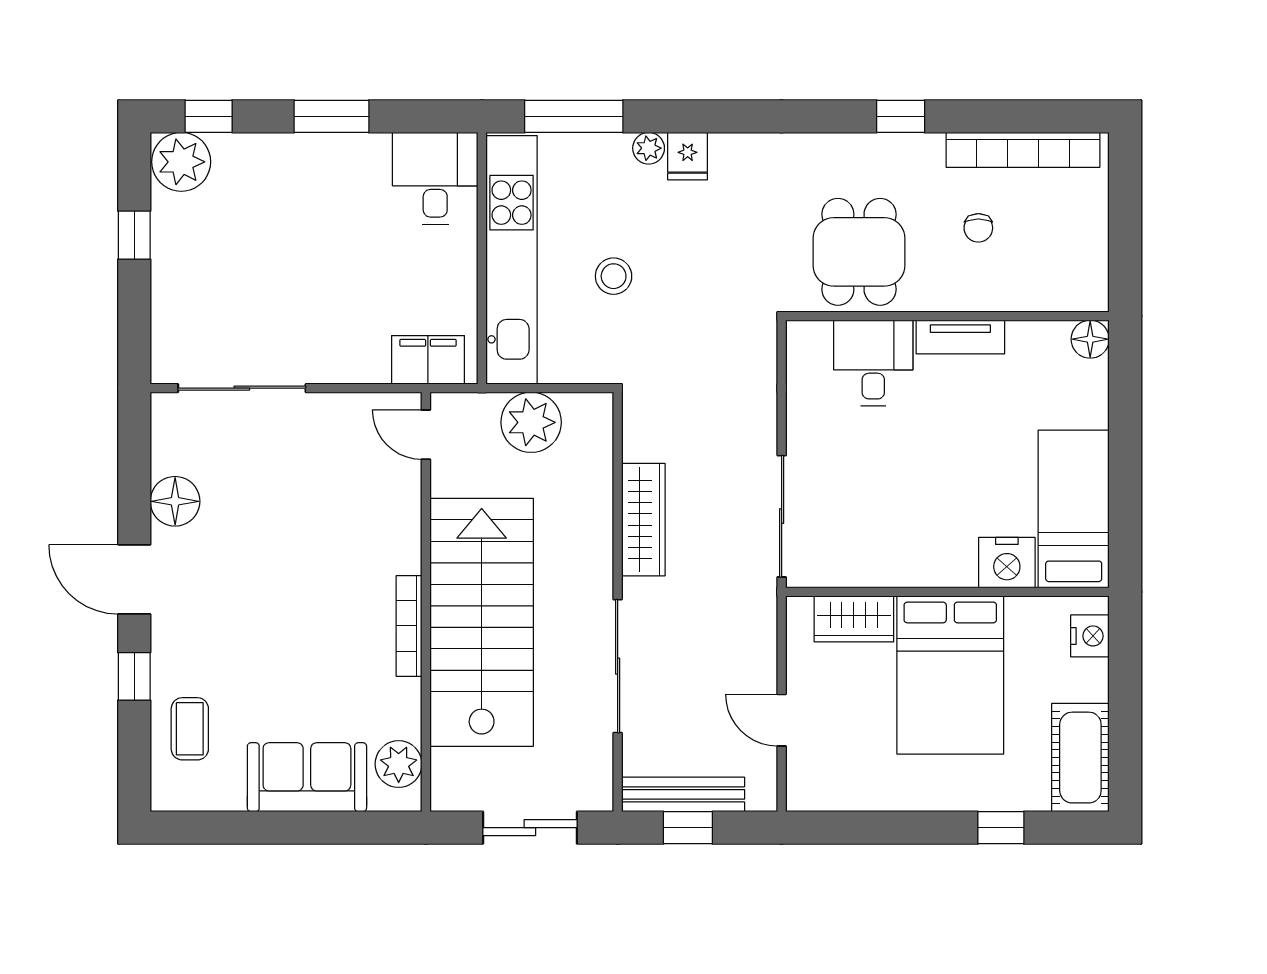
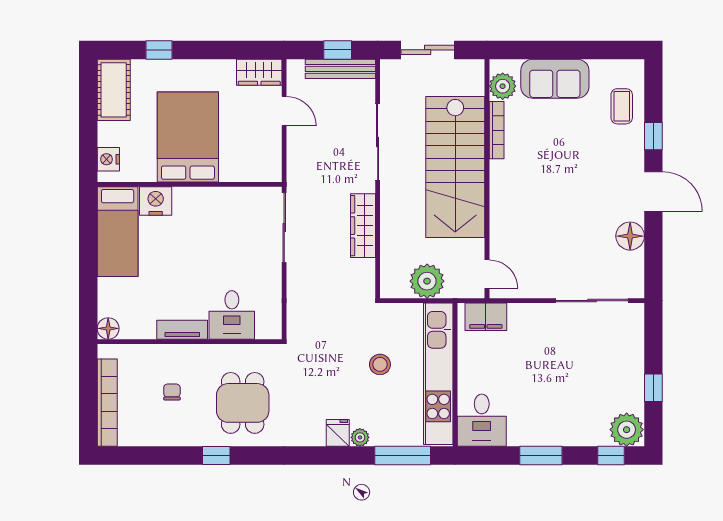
bookcase: (1023, 150) -> (107, 403), moved, turned 90
dining table: (859, 252) -> (243, 403), moved
wardrobe: (854, 619) -> (259, 72), moved, turned 180
bookcase: (409, 626) -> (497, 130), moved

